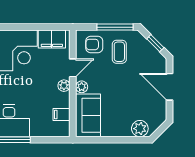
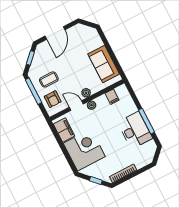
sofa: (88, 115) -> (104, 64), moved, turned -90
plant: (140, 129) -> (94, 38), removed

